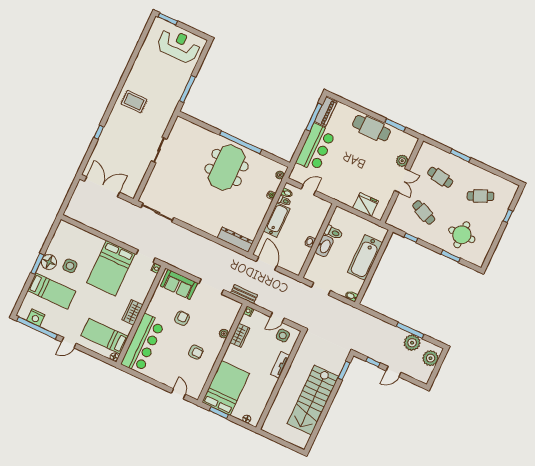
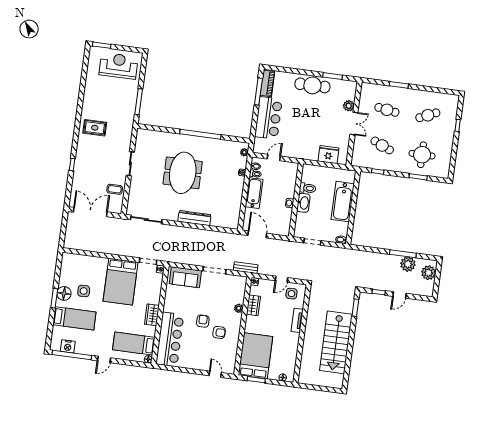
meeting table: (227, 167) -> (183, 173), moved
coffee table: (135, 171) -> (115, 189), added
dresser: (235, 240) -> (194, 218), moved
armchair: (182, 318) -> (203, 321), moved

